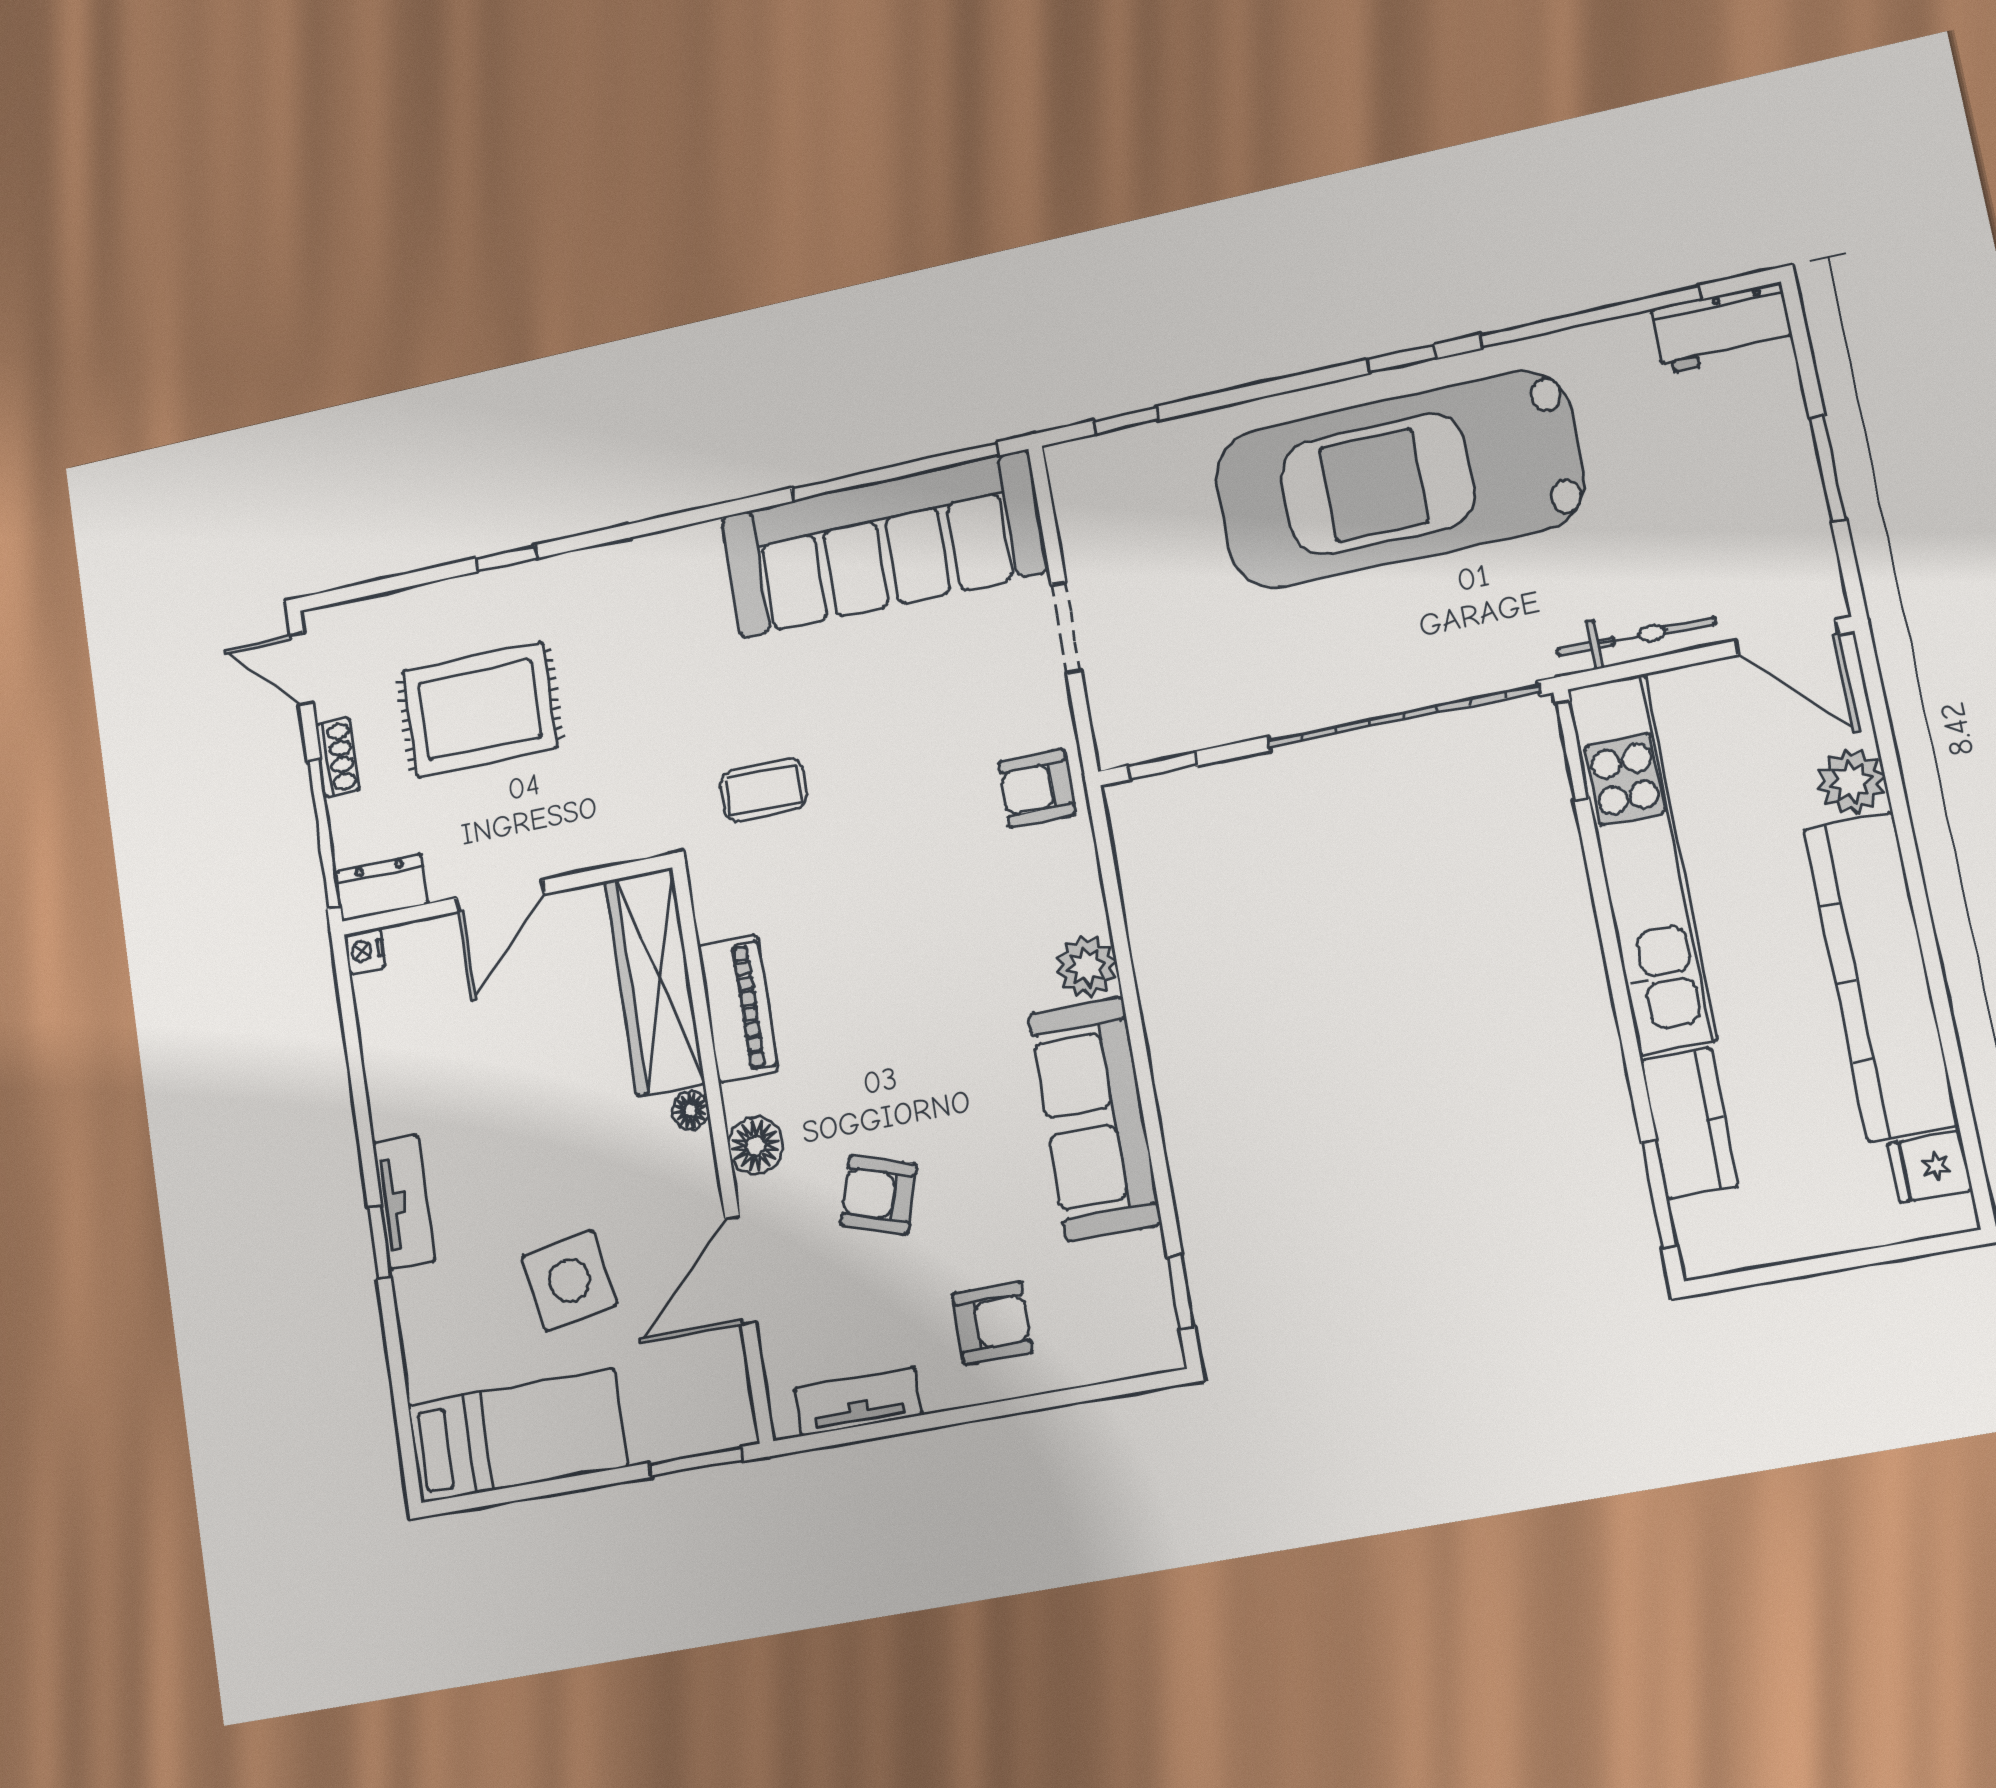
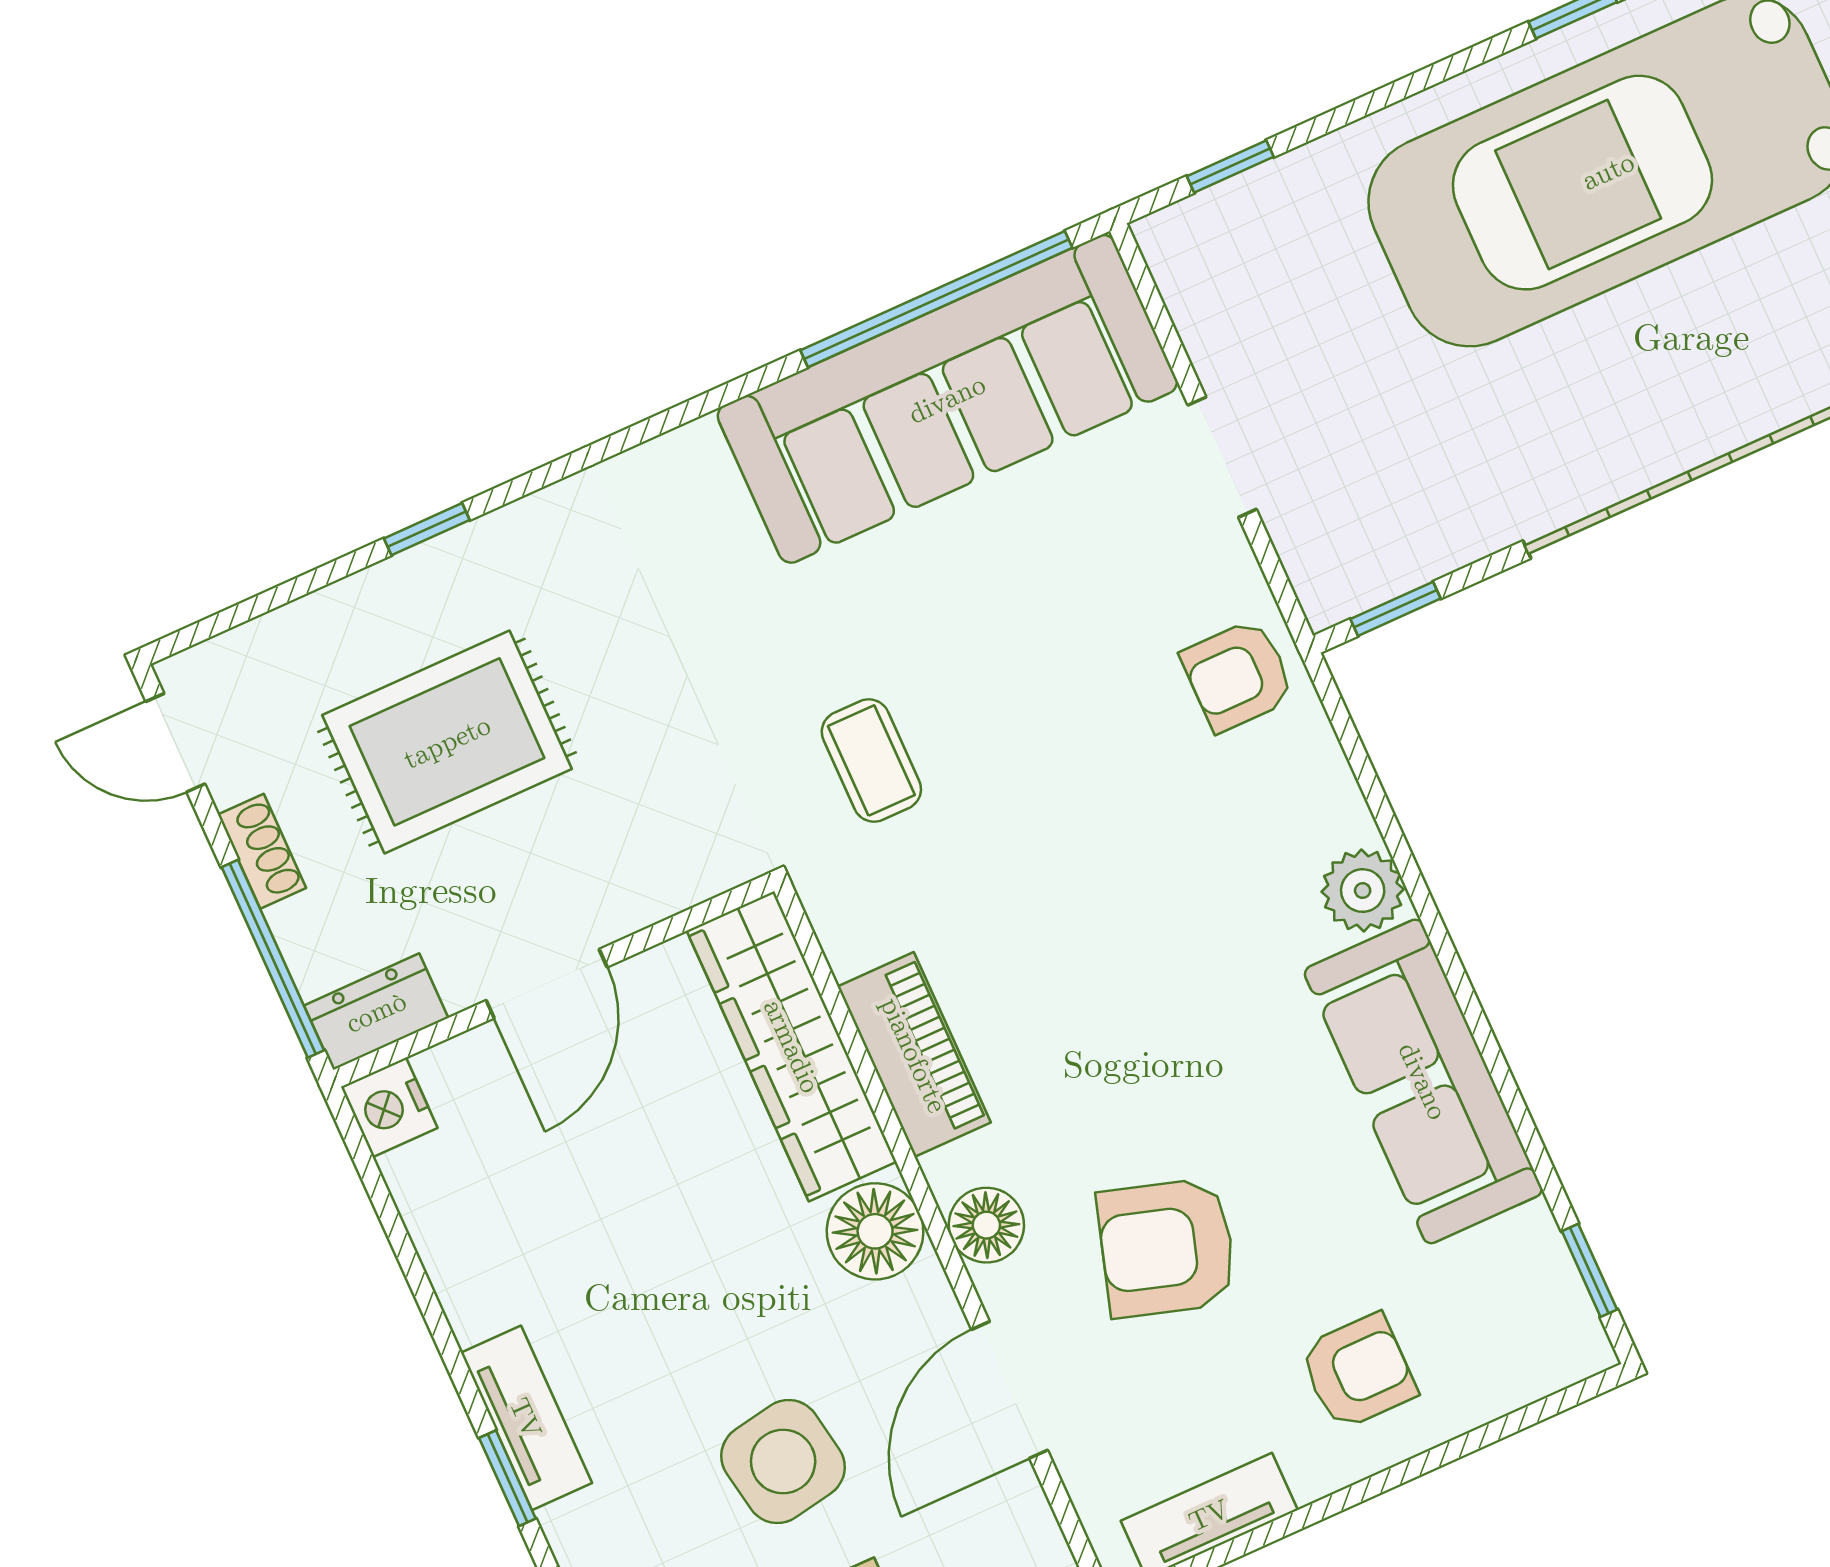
coffee table: (764, 790) -> (871, 760), turned 90
nightstand: (365, 951) -> (389, 1107), width x1.39, depth x1.35
floor lamp: (690, 1110) -> (875, 1231), width x1.89, depth x1.89
armchair: (879, 1195) -> (1167, 1248), width x1.38, depth x1.38

